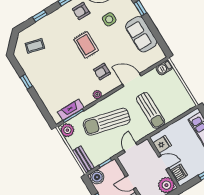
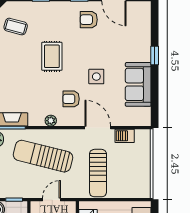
side table: (109, 19) -> (96, 77), moved
rug: (86, 45) -> (52, 56), moved
barbecue: (164, 68) -> (125, 136), moved

